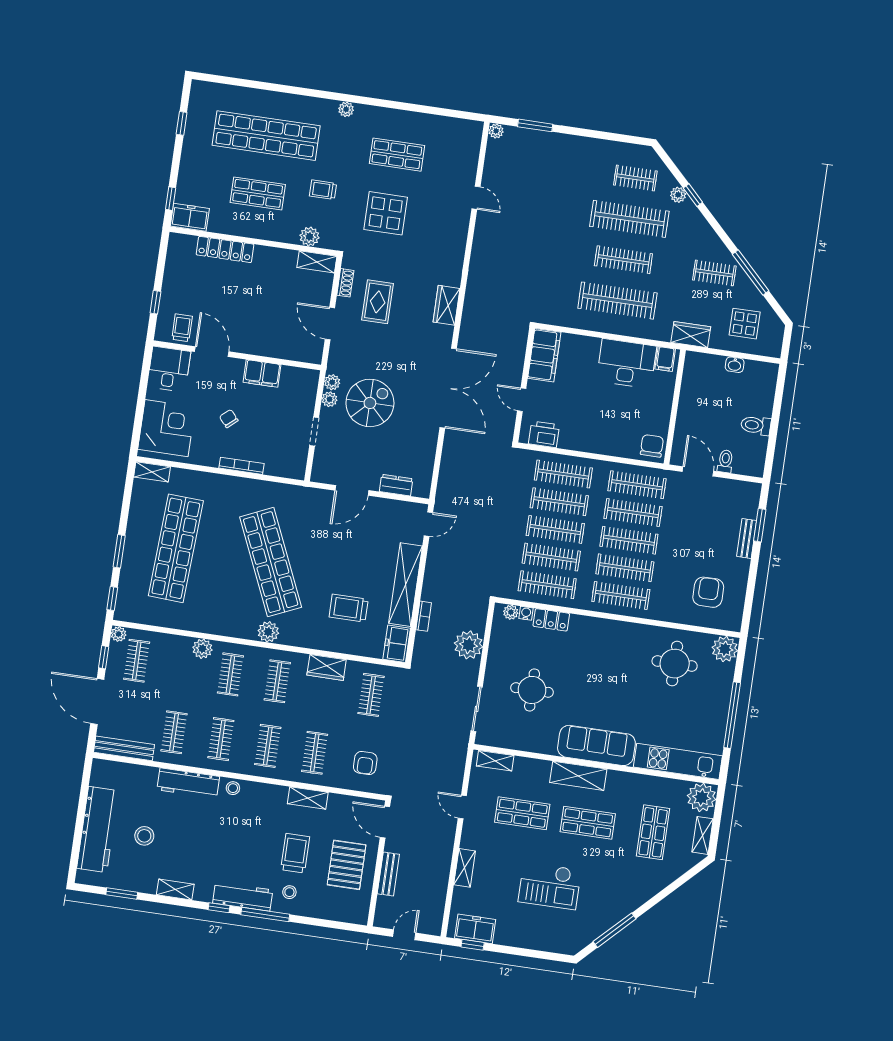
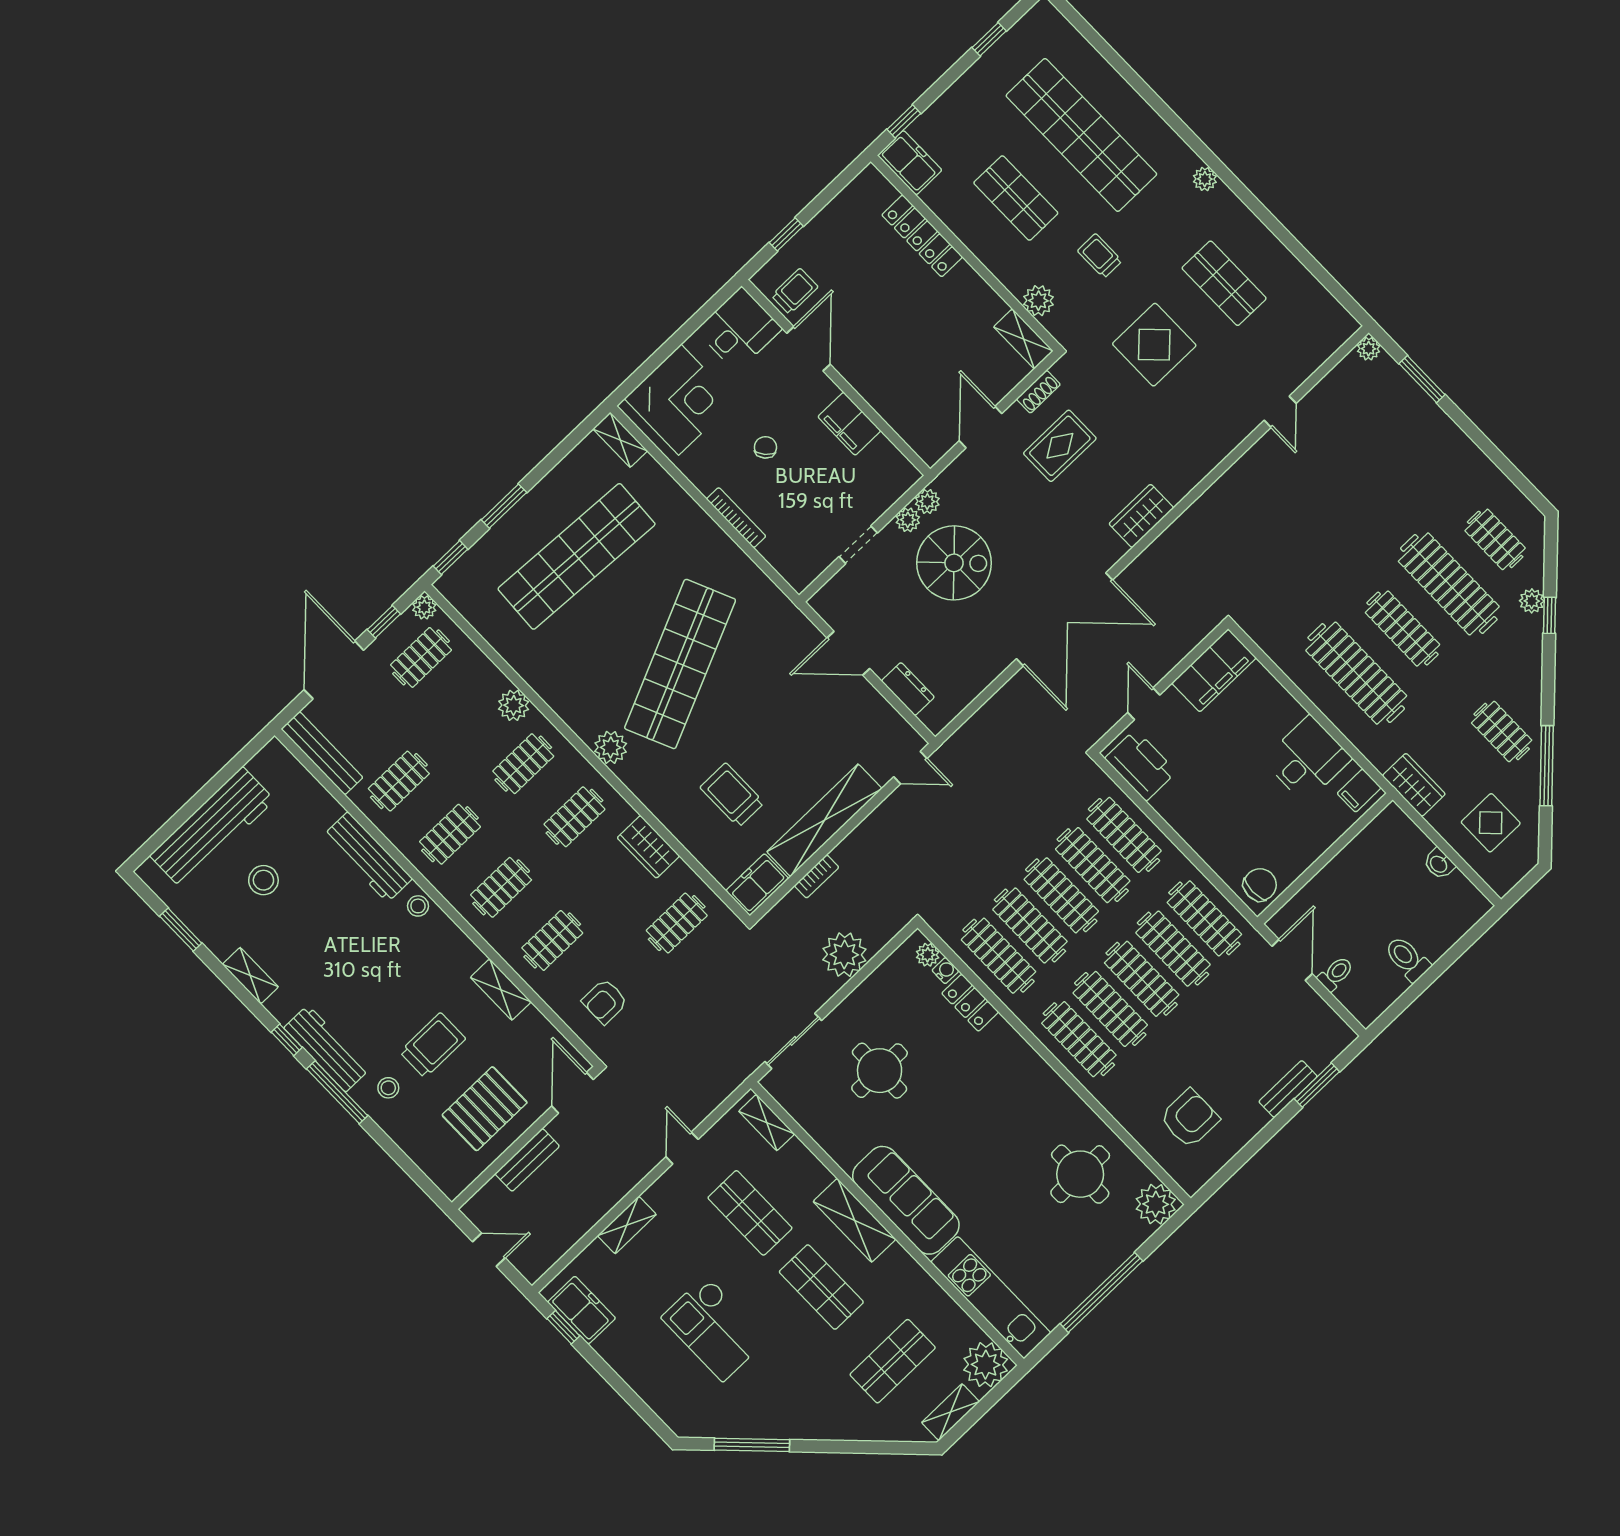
desk: (626, 363) -> (1307, 759), width x0.73
printer: (544, 434) -> (1141, 765), width x1.37, depth x1.19

